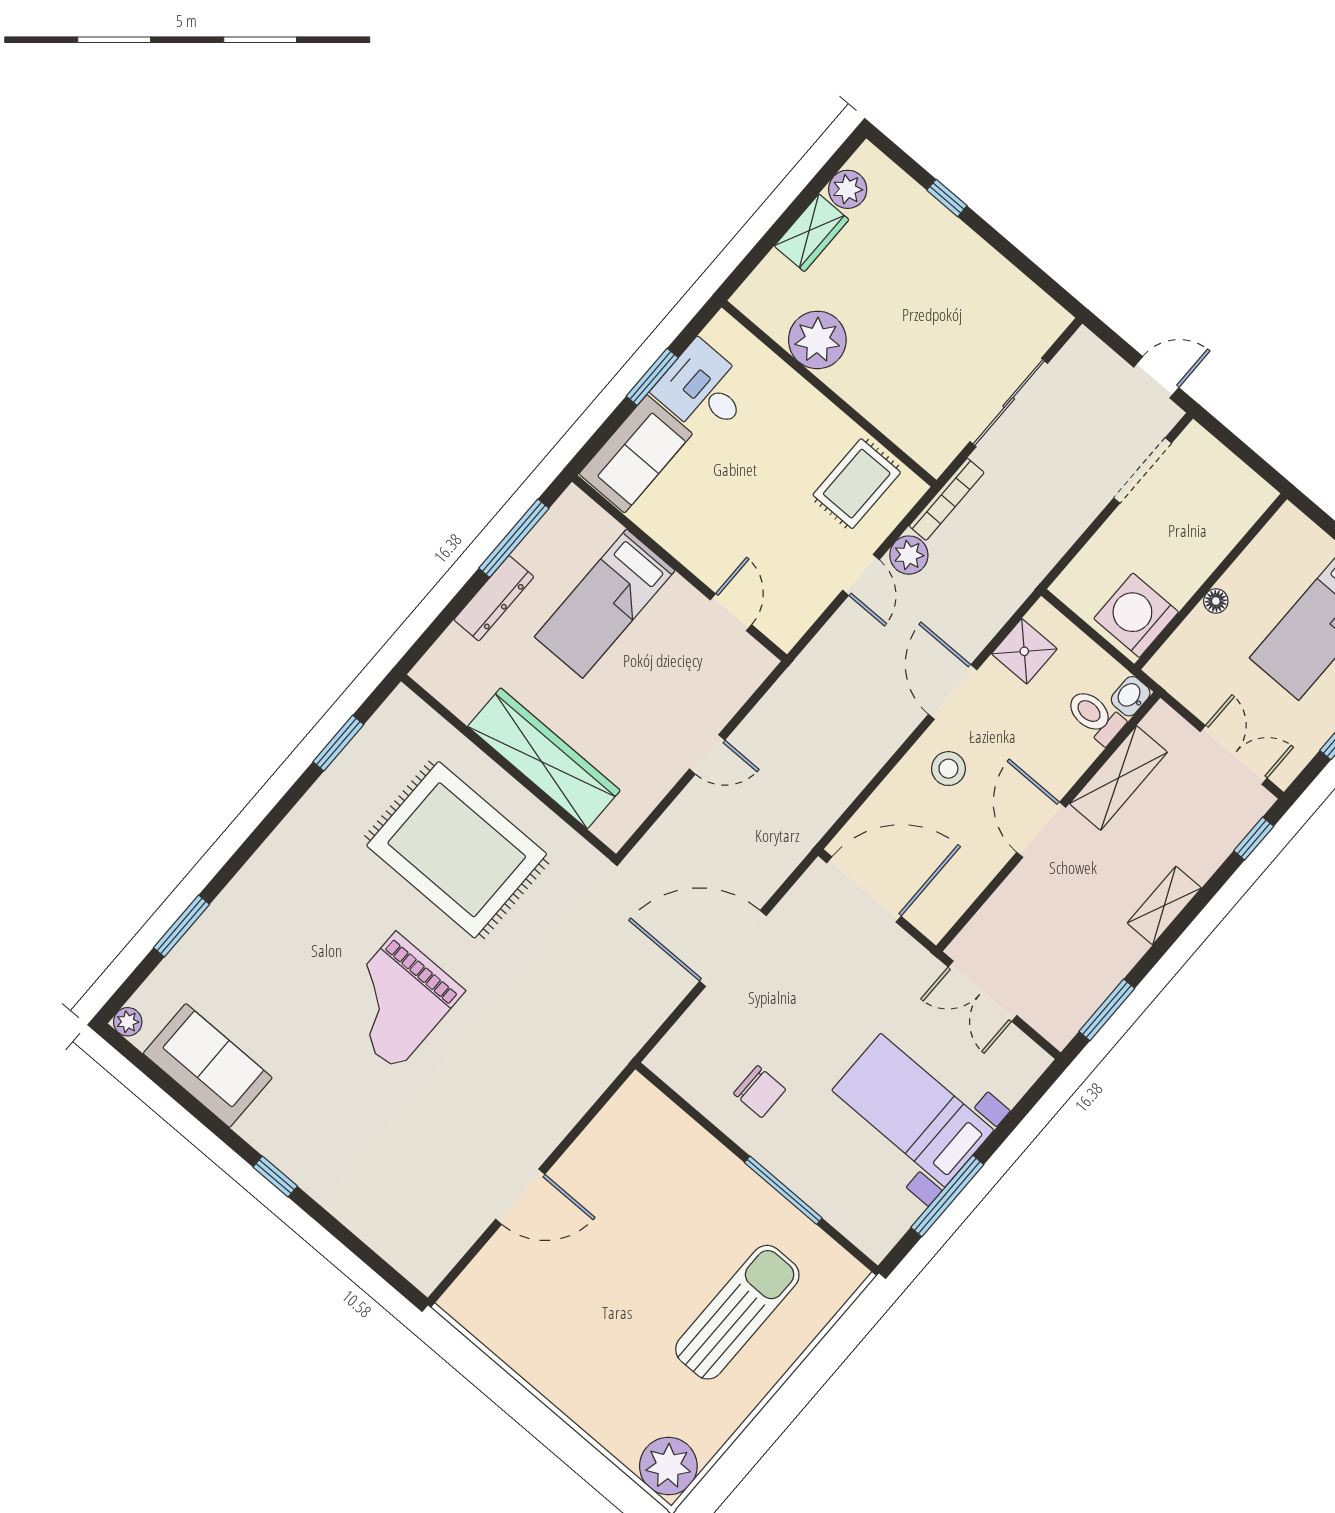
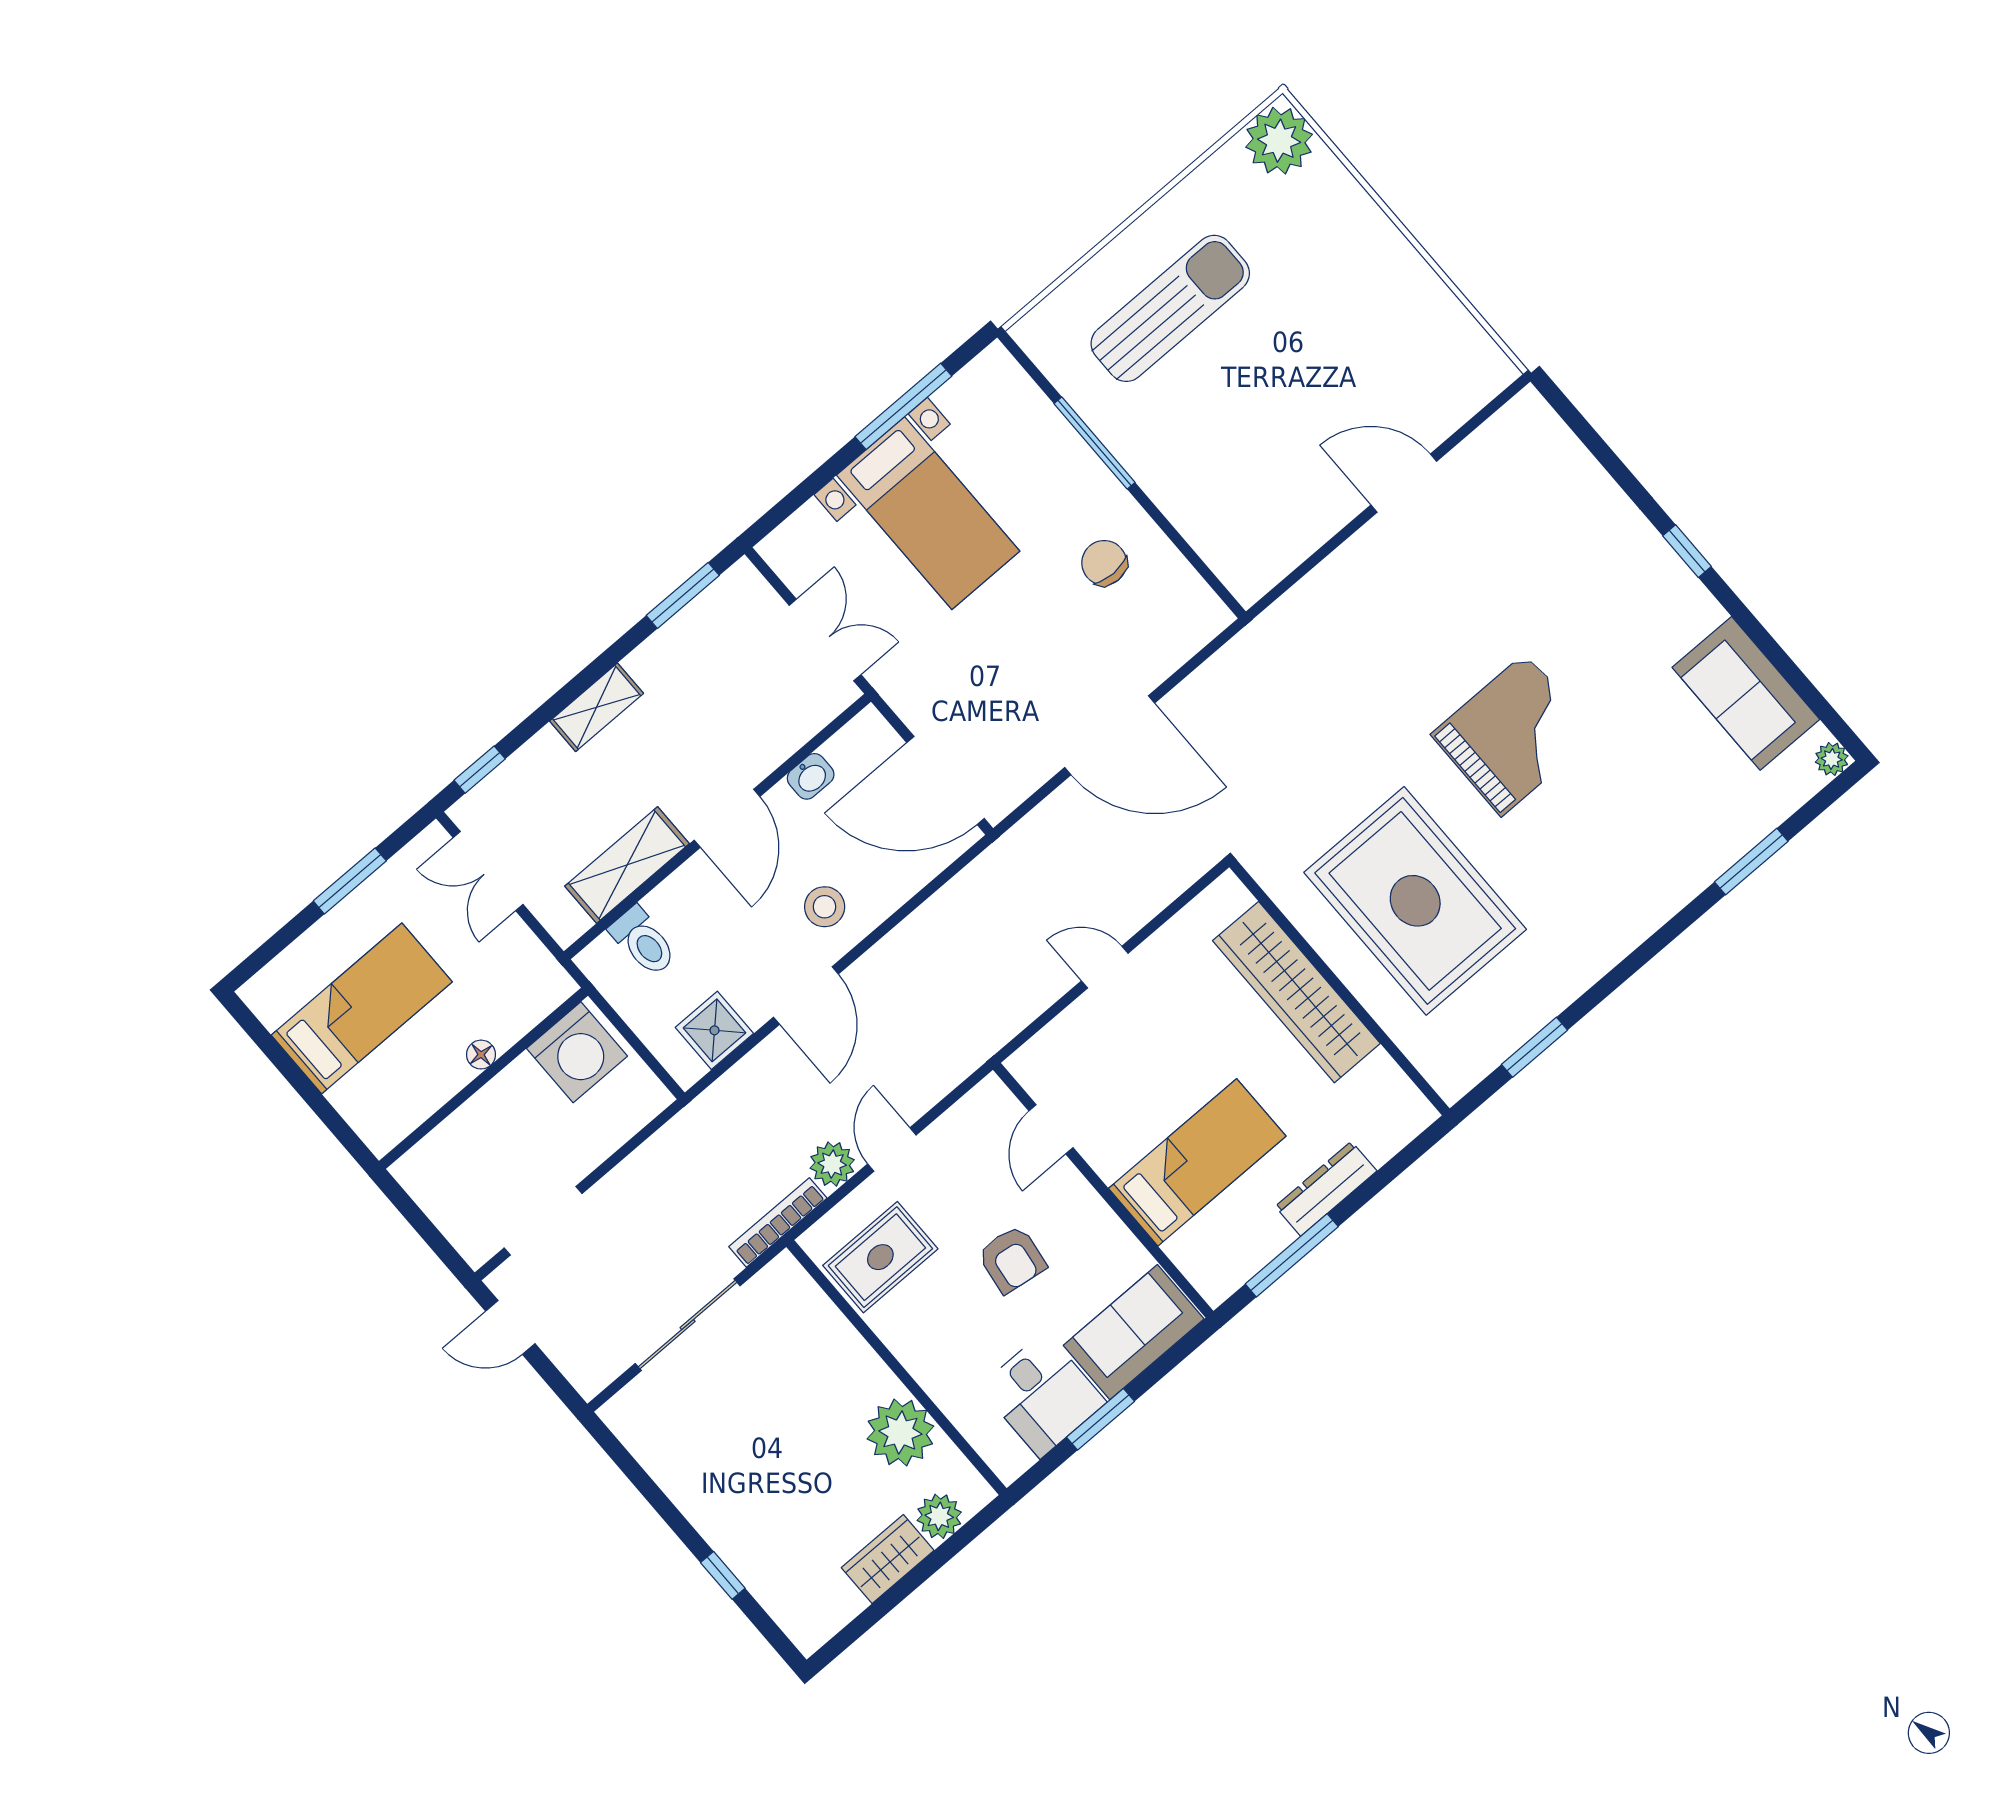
plant: (848, 189) -> (939, 1516), moved
armchair: (747, 499) -> (1012, 1259), added
washbasin: (1131, 696) -> (811, 776), moved
sun lounger: (737, 1312) -> (1170, 308), turned 180

